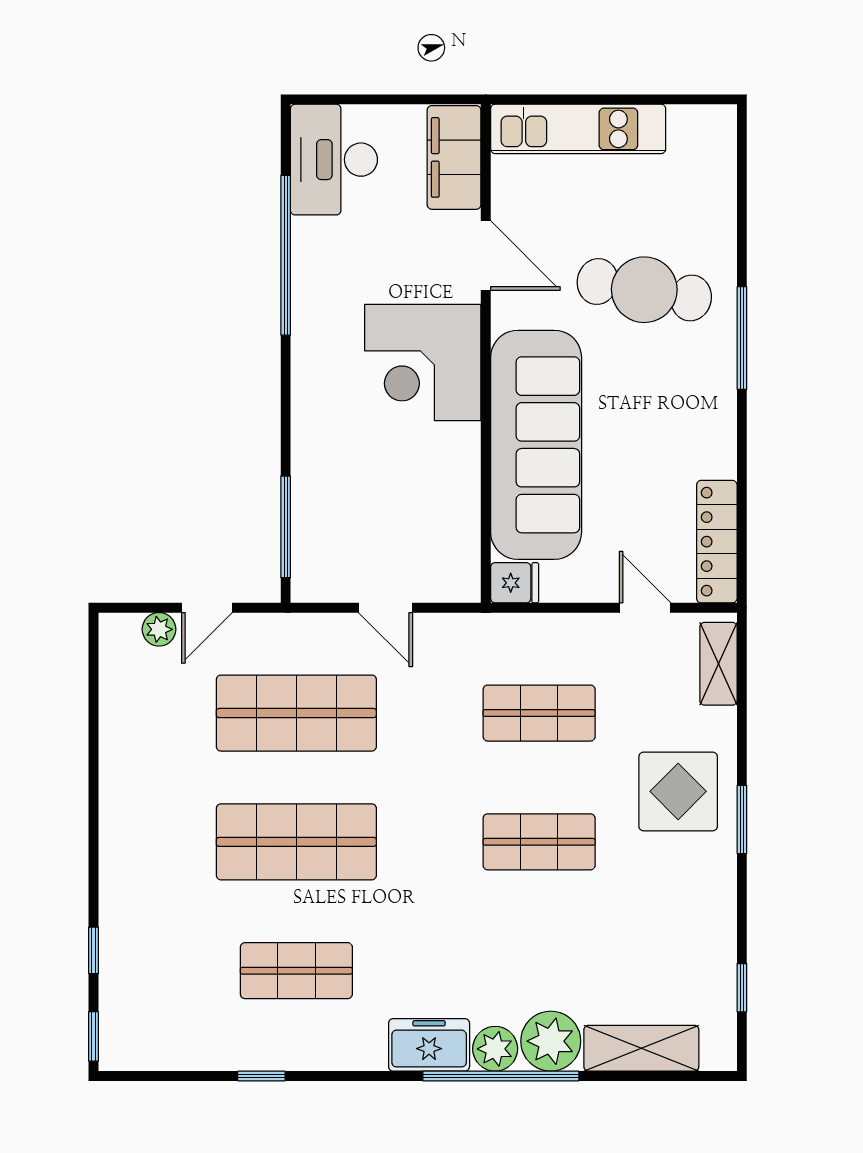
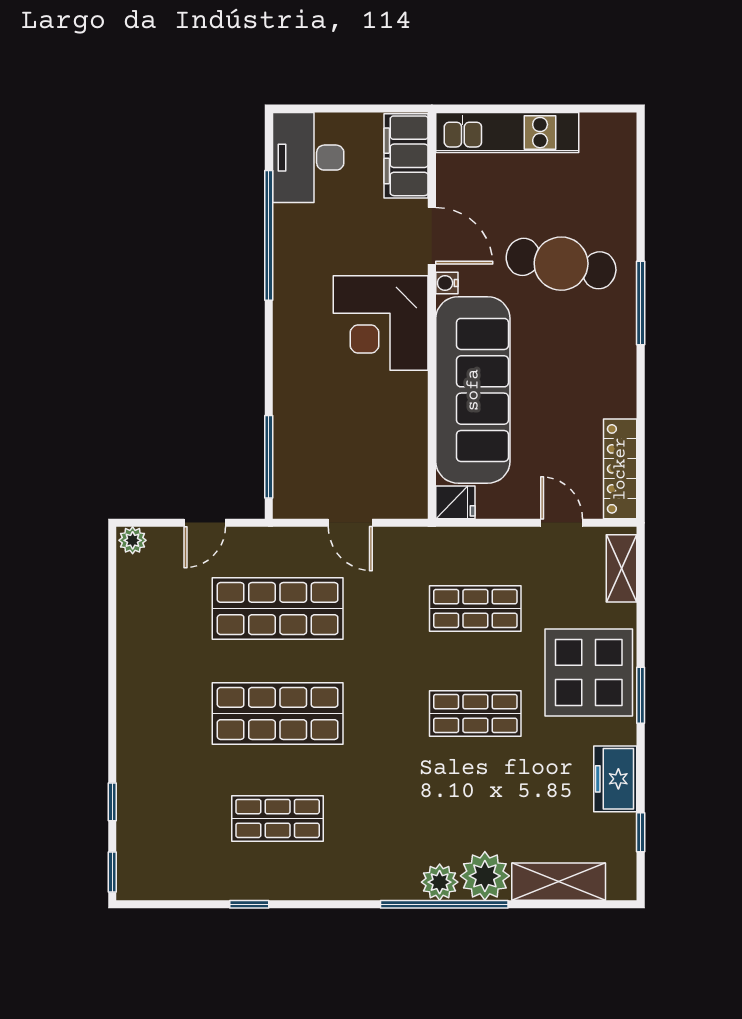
water cooler: (504, 314) -> (447, 283), added
plant: (159, 629) -> (133, 540), moved
display table: (678, 791) -> (589, 672), width x1.36, depth x1.36
freezer: (429, 1045) -> (615, 779), moved, turned -90

